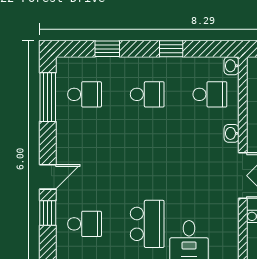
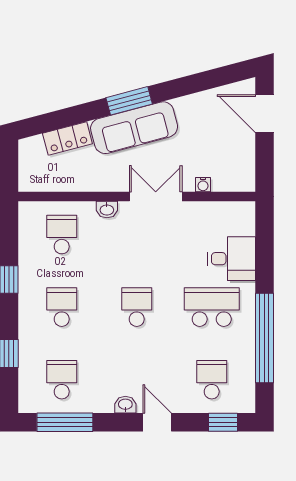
washbasin: (231, 66) -> (125, 405), moved, turned 180
school desk: (147, 159) -> (137, 307), added
window: (48, 213) -> (223, 422), moved

